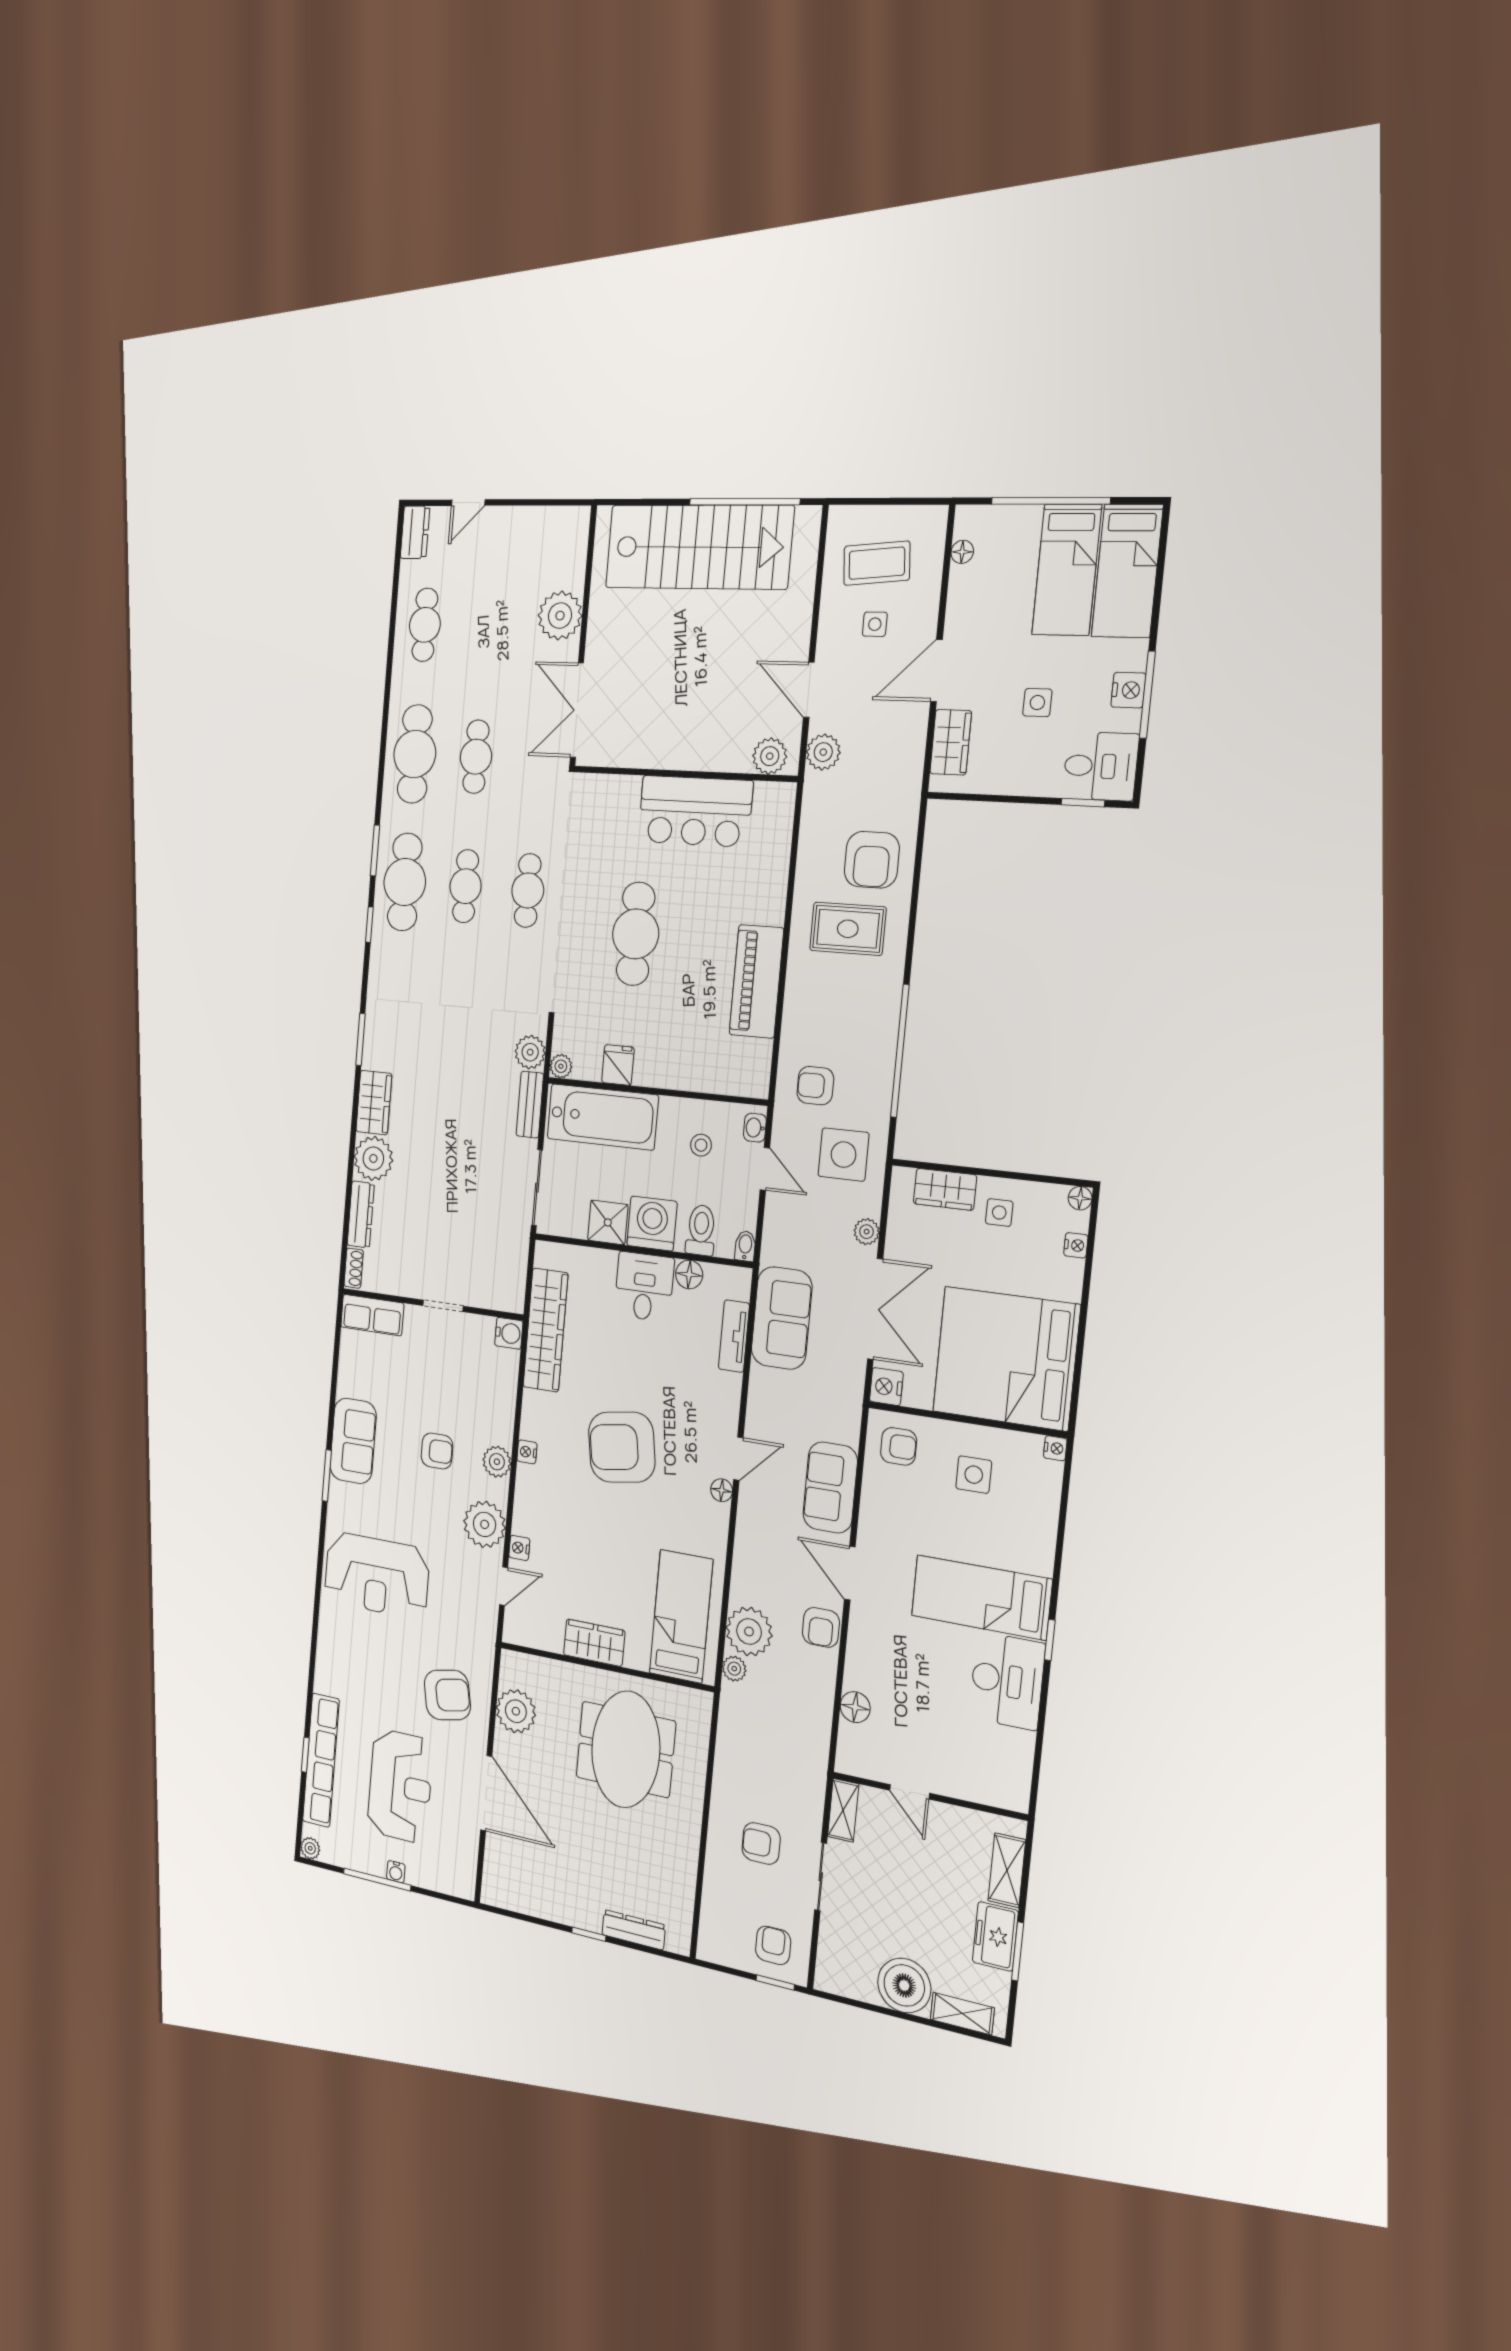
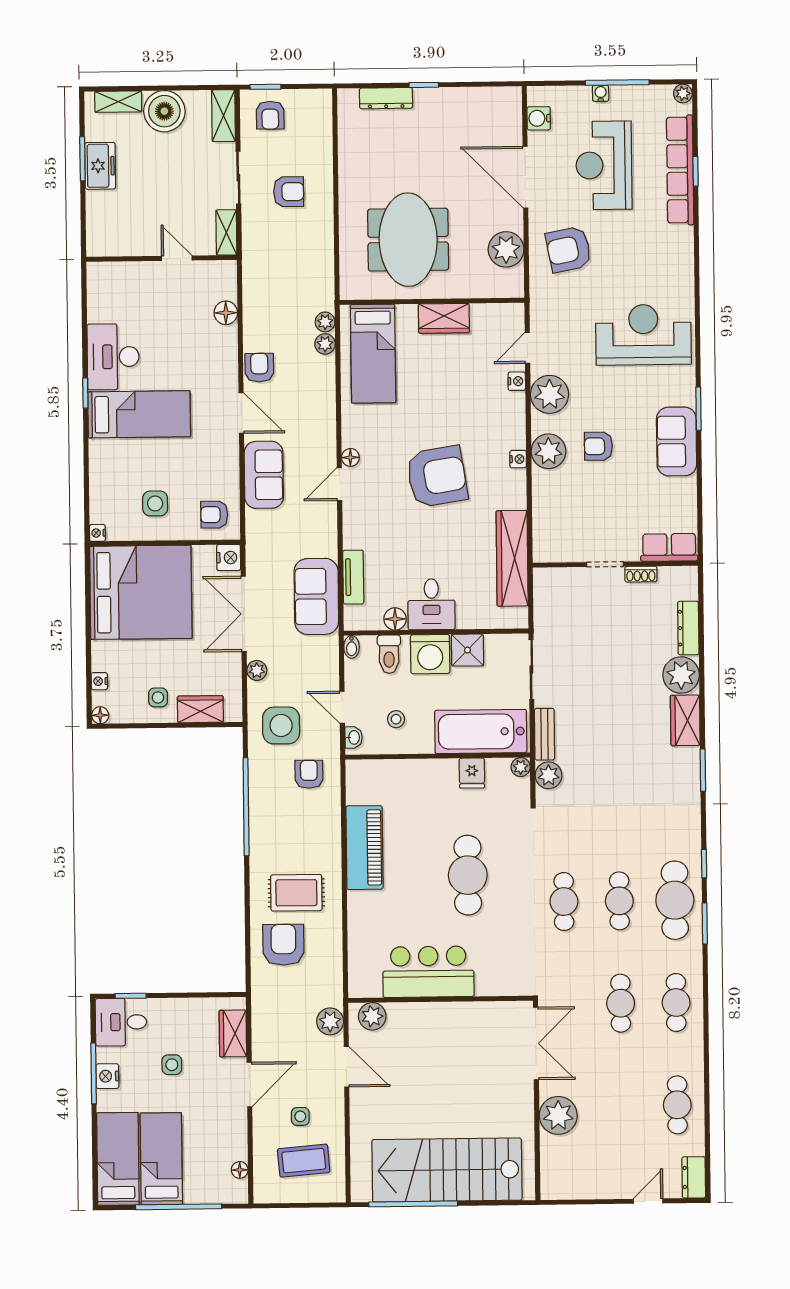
cafe table: (415, 754) -> (676, 1003), width x0.73, depth x0.74
armchair: (815, 1086) -> (309, 774), turned -90
shoe rack: (354, 1268) -> (641, 574), moved, turned -90
water cooler: (509, 1333) -> (539, 118), moved
plant: (497, 1462) -> (548, 451), width x1.36, depth x1.36
plant: (749, 1632) -> (325, 344), width x0.53, depth x0.53
shelving: (1007, 1870) -> (224, 116), moved

